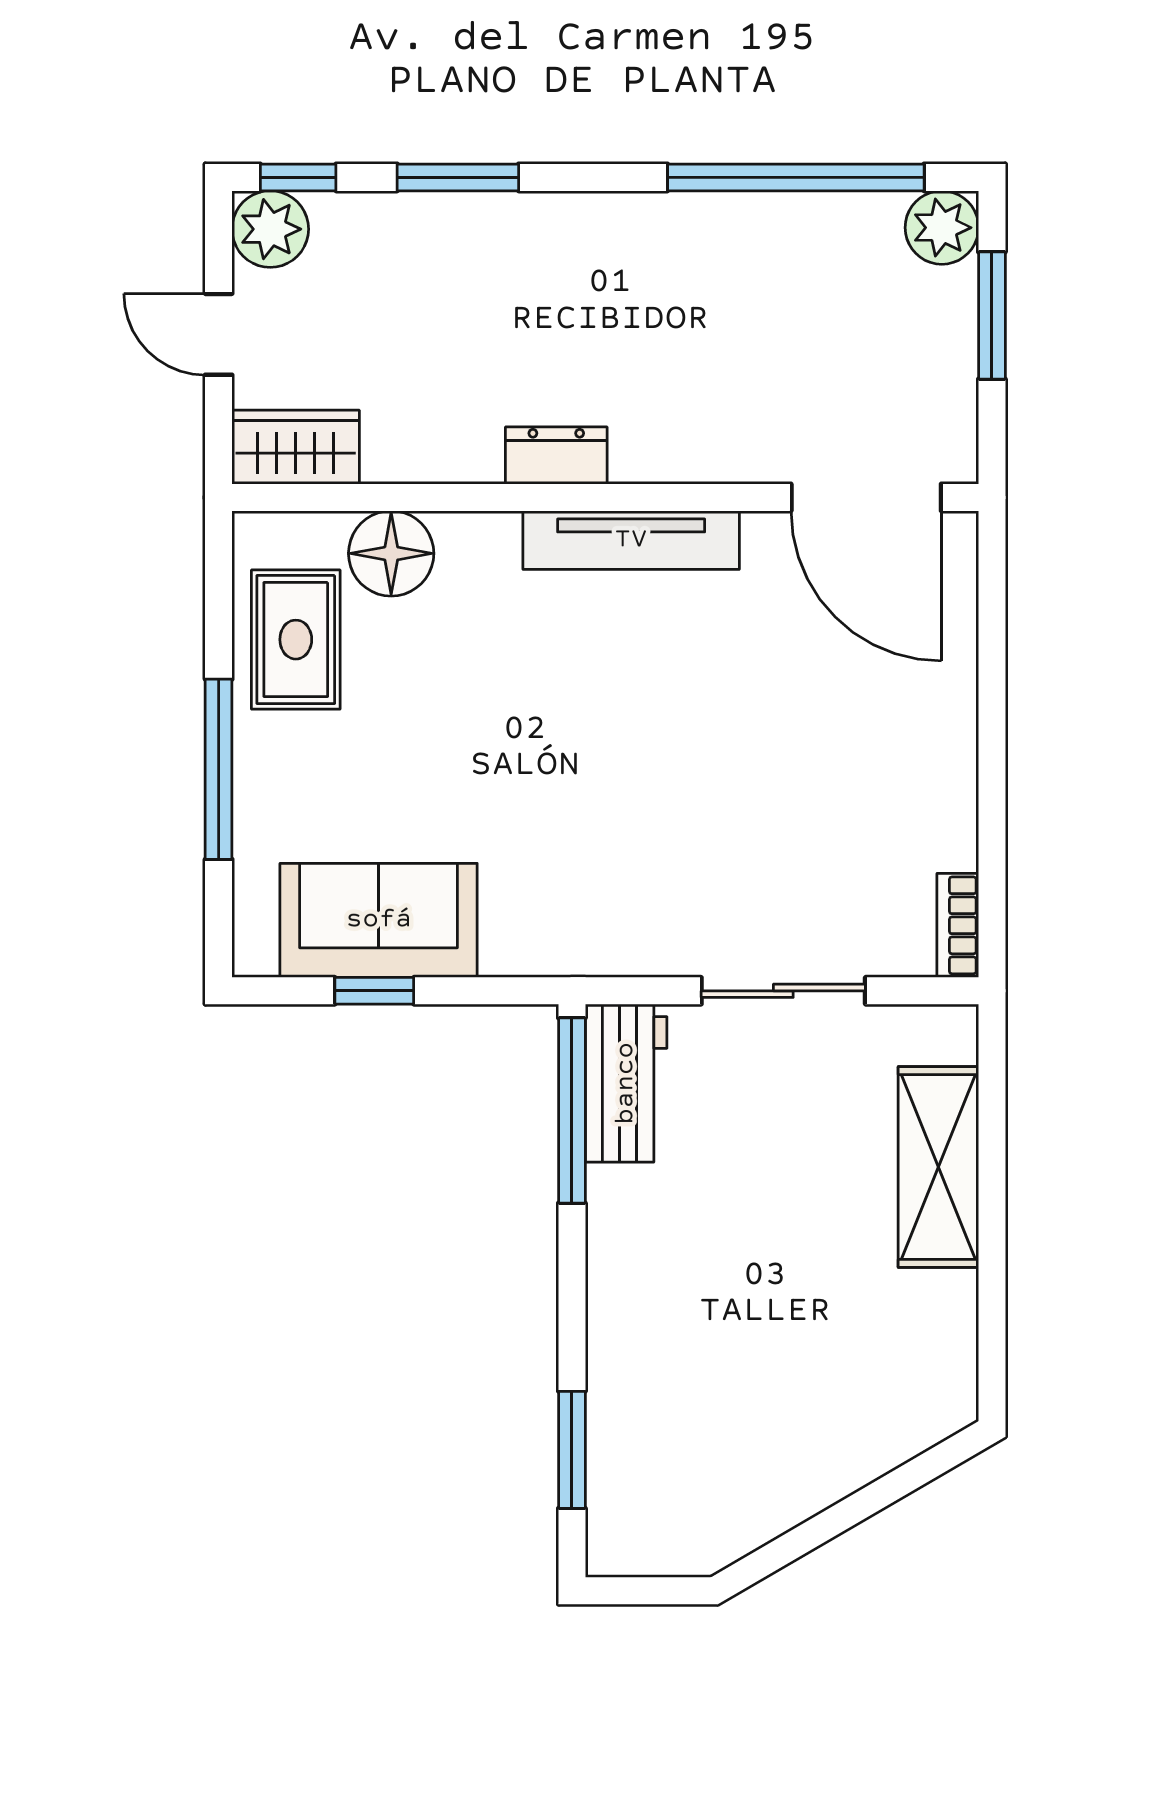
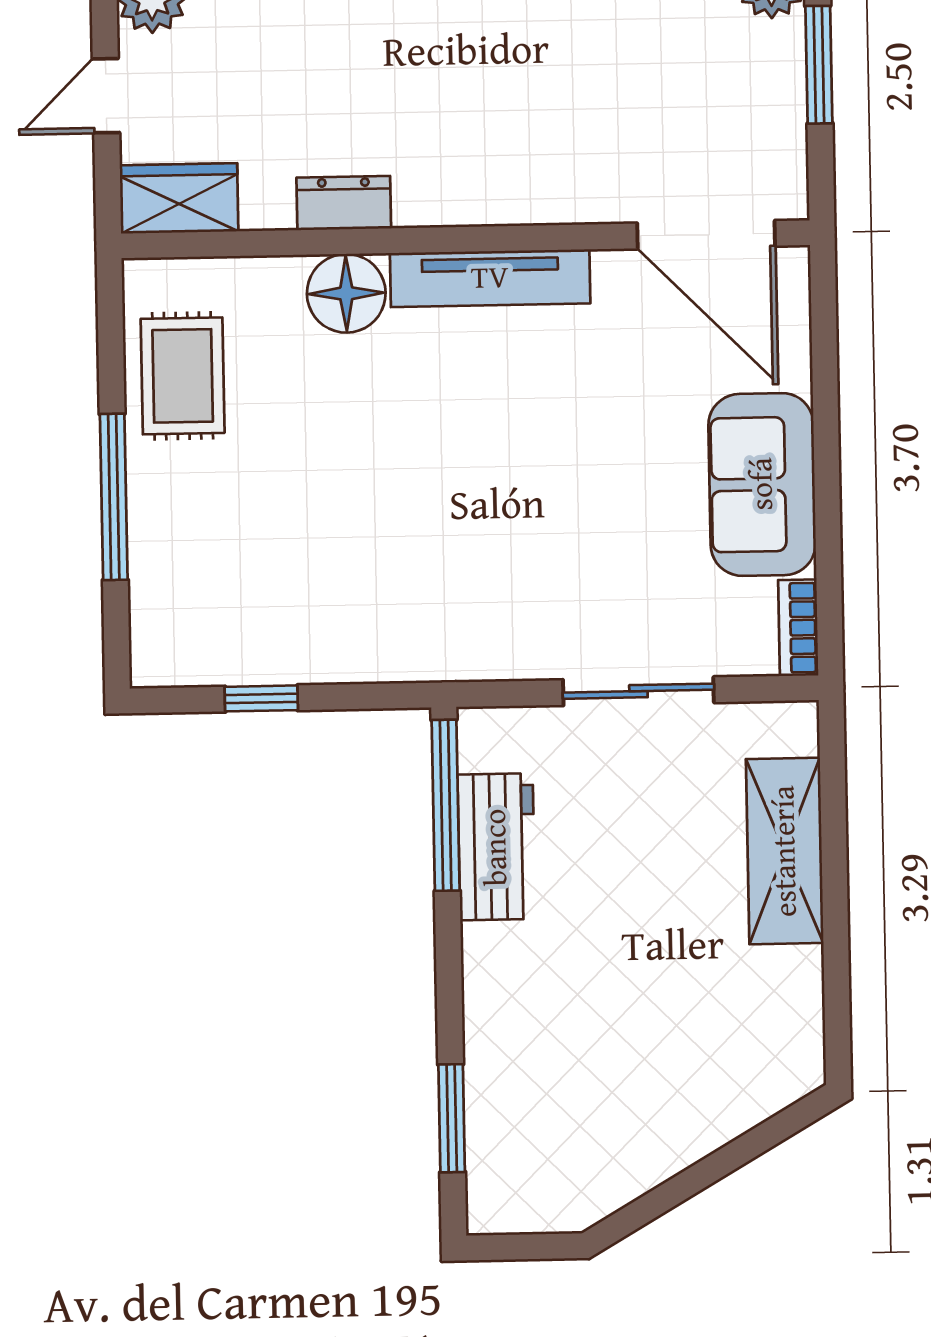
door: (219, 334) -> (106, 96), hinge flipped
dresser: (556, 456) -> (344, 203), moved
floor lamp: (391, 553) -> (346, 293), moved
sofa: (379, 920) -> (762, 484), moved, turned -90
workbench: (626, 1083) -> (496, 847), moved

